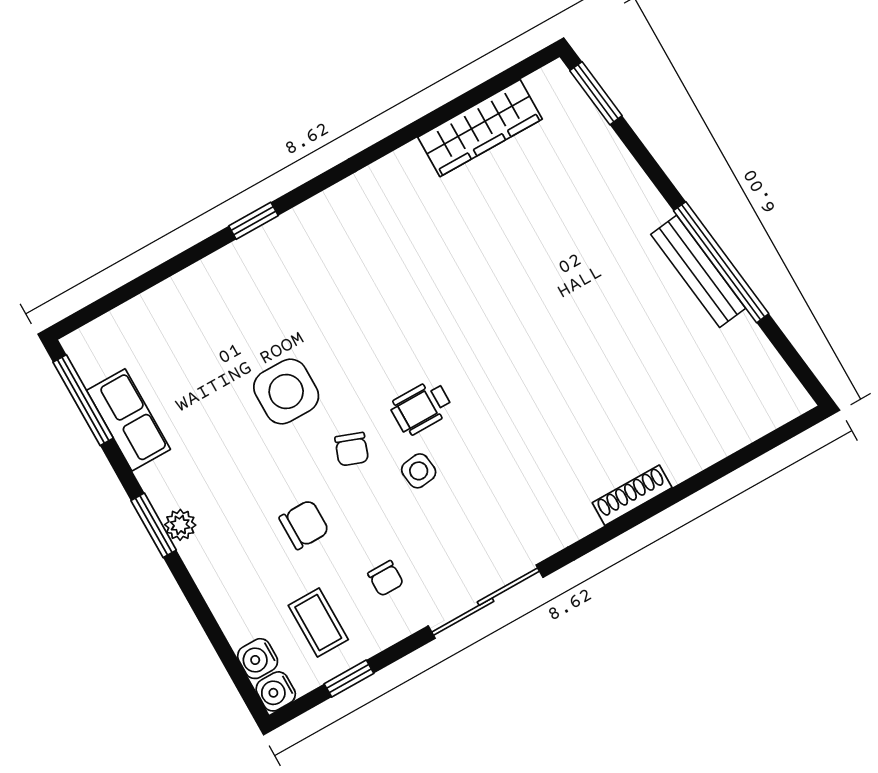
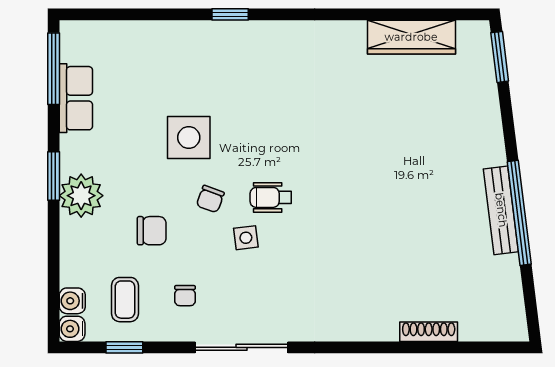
shoe rack: (632, 495) -> (429, 332), moved
plant: (180, 525) -> (81, 196), width x1.88, depth x1.88

